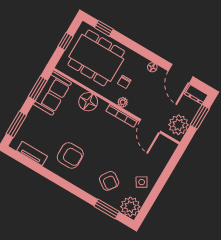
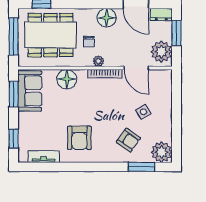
window: (66, 41) -> (14, 36), width x2.17
floor lamp: (152, 67) -> (107, 18), width x1.89, depth x1.89
window: (16, 124) -> (14, 139), width x0.67
armchair: (70, 155) -> (79, 138), turned 90
side table: (142, 182) -> (143, 112), moved

